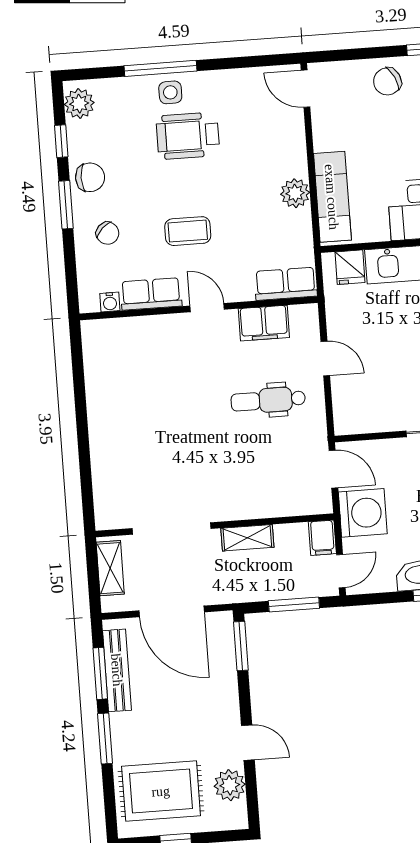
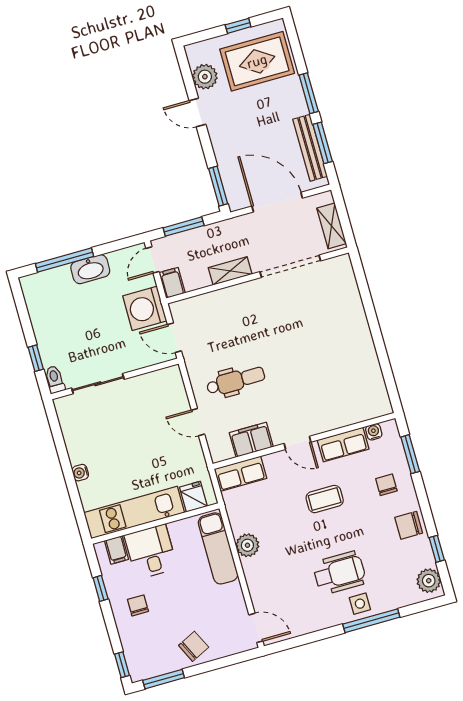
window: (66, 205) -> (410, 454), moved
chair: (108, 233) -> (386, 485), turned 44

